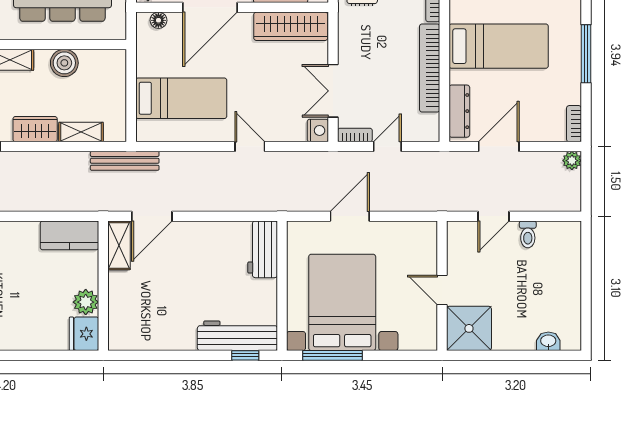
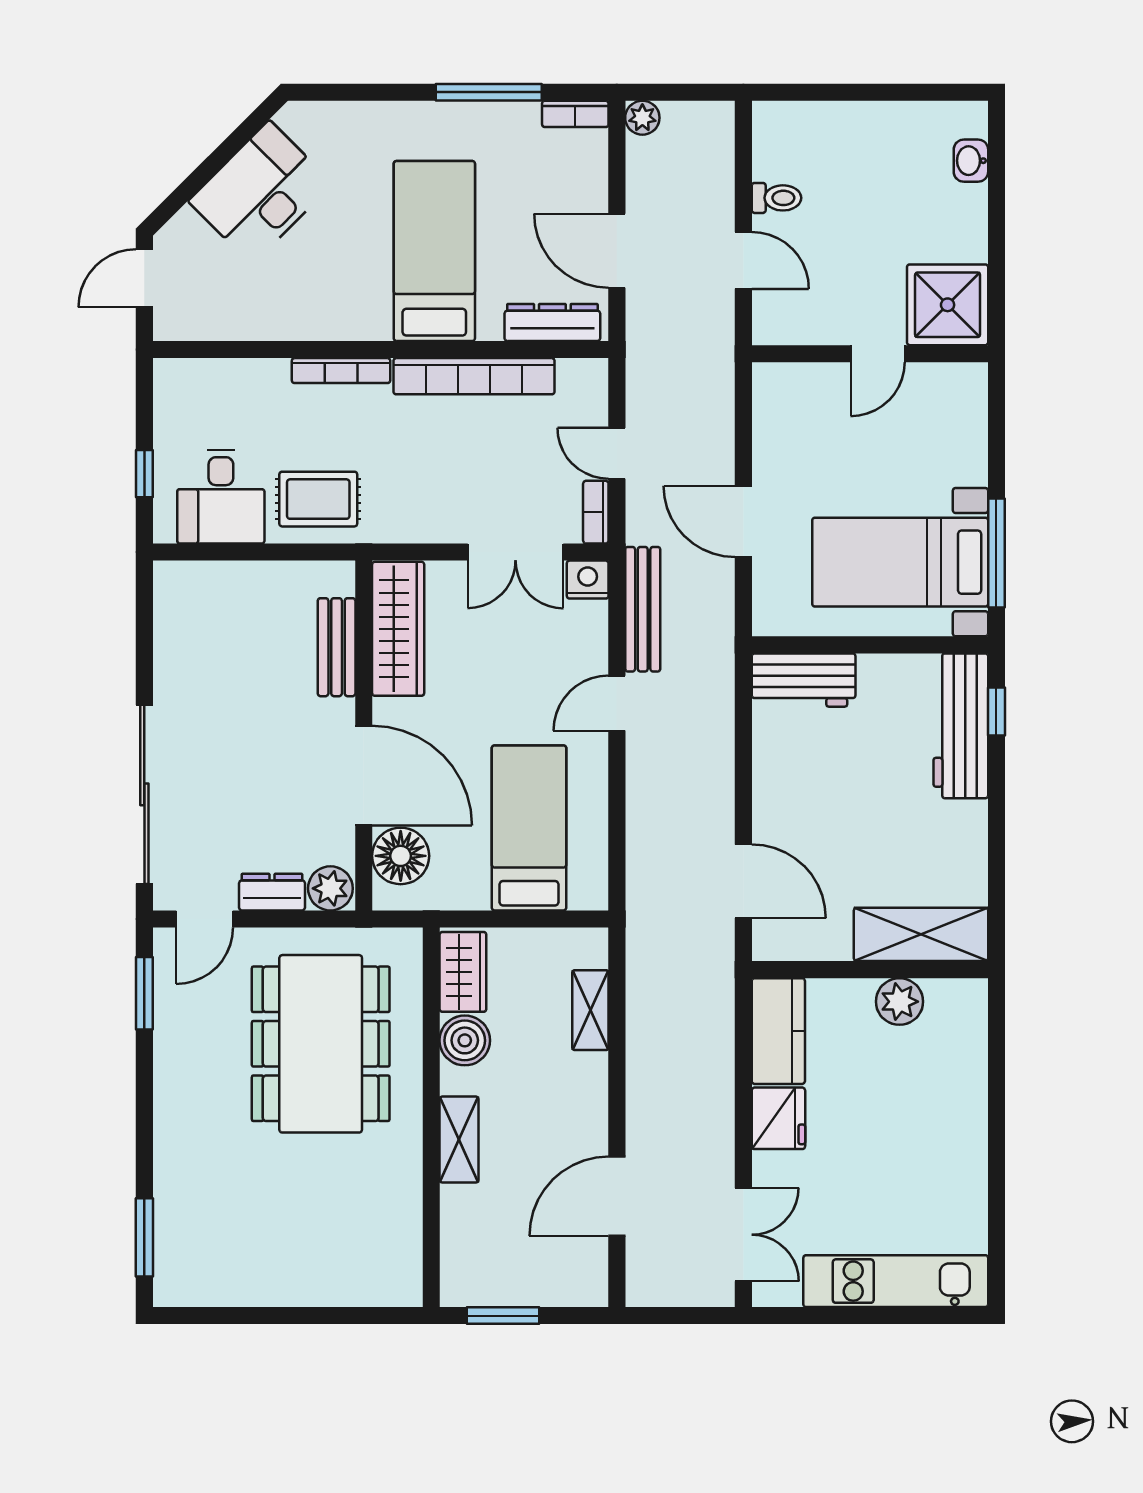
floor lamp: (158, 20) -> (401, 856), width x1.89, depth x1.89
window: (586, 54) -> (489, 92), moved
wardrobe: (35, 129) -> (463, 972), moved, turned 180
bench: (125, 161) -> (643, 609), moved
shelving: (119, 245) -> (921, 934), moved, width x1.50, depth x1.33
bed with nightstands: (342, 302) -> (900, 562), width x0.73
fridge: (84, 334) -> (778, 1118), moved, turned -90

